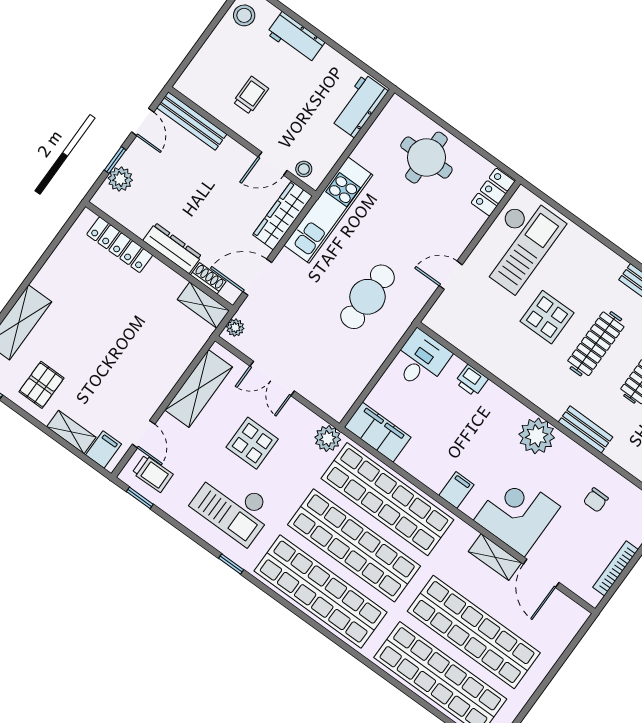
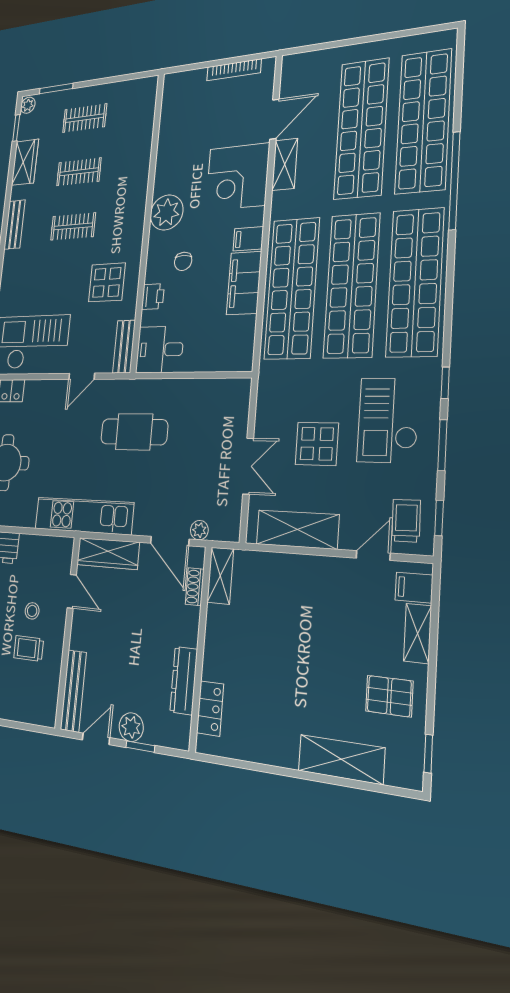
stool: (304, 169) -> (32, 611), moved
plant: (120, 179) -> (131, 727), moved
locker: (120, 245) -> (210, 708), width x0.66
dresser: (172, 248) -> (184, 681), moved
door: (451, 275) -> (82, 376), hinge flipped
display table: (547, 317) -> (107, 282), moved
plant: (235, 328) -> (199, 530), moved
clothes rail: (596, 344) -> (73, 226), width x0.73
bench: (586, 429) -> (124, 347), moved
filing cabinet: (378, 432) -> (244, 283), moved
plant: (328, 438) -> (271, 379), removed
chair: (596, 500) -> (183, 261), moved, turned 90
checkout: (233, 507) -> (388, 420), turned 180
window: (189, 533) -> (442, 445), added
window: (375, 668) -> (454, 181), added

